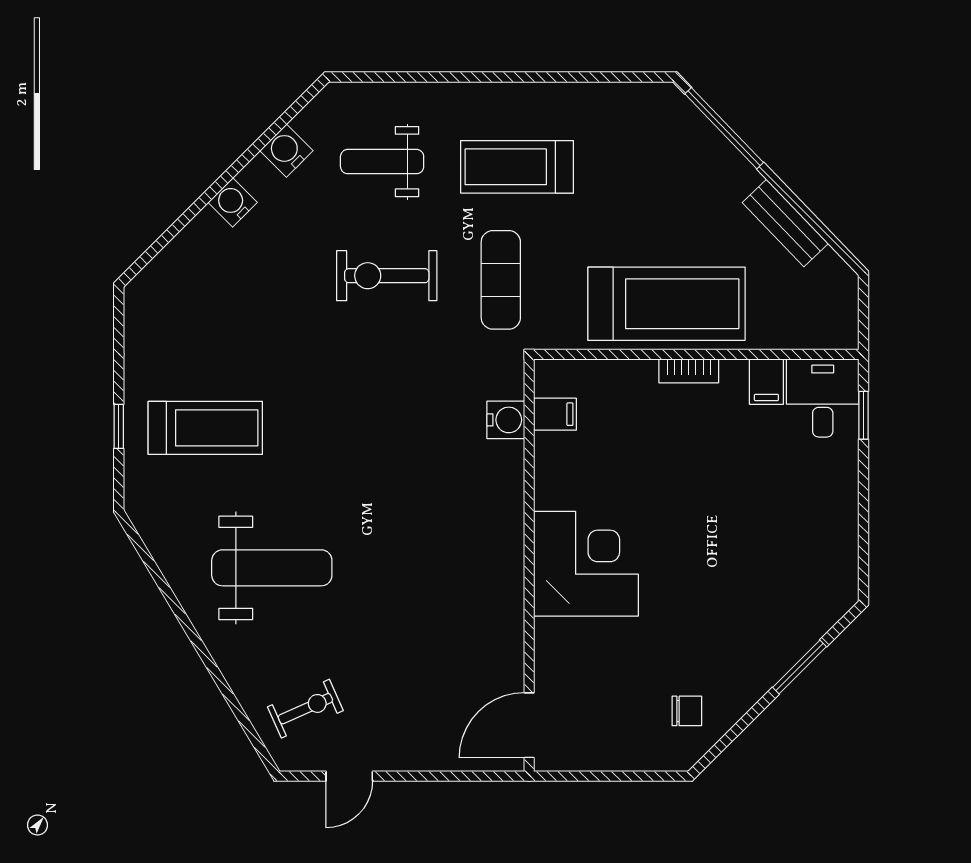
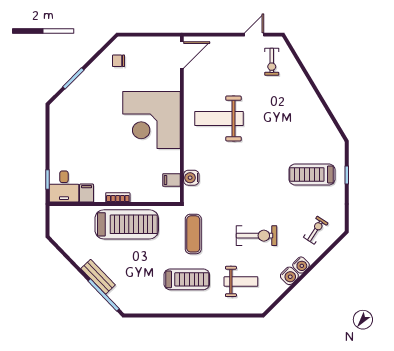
water cooler: (286, 151) -> (289, 276), moved
bench: (785, 223) -> (98, 277), moved
exercise bike: (387, 276) -> (257, 236), moved
exercise bike: (196, 289) -> (316, 230), added
treadmill: (666, 304) -> (127, 224), turned 180
corner desk: (586, 564) -> (151, 120), width x1.36, depth x1.36
weight bench: (272, 568) -> (219, 118), moved
exercise bike: (305, 709) -> (272, 62), turned -66

